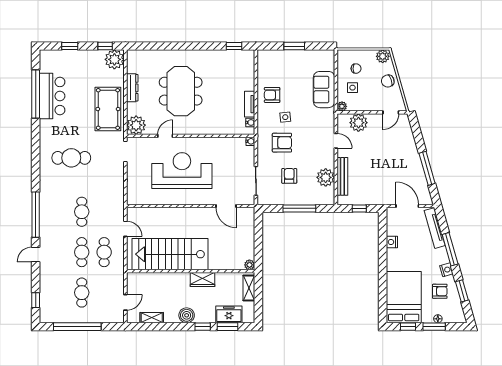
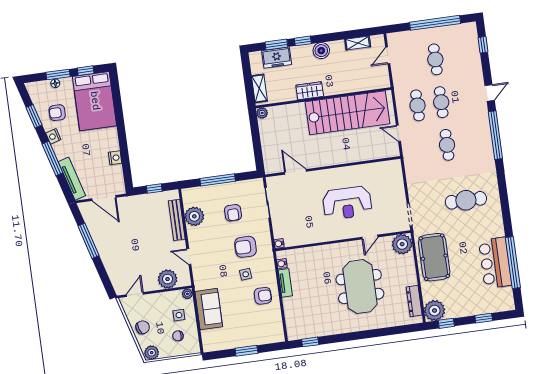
dresser: (132, 88) -> (414, 301), moved
reception desk: (182, 171) -> (347, 203), width x0.74, depth x0.77

